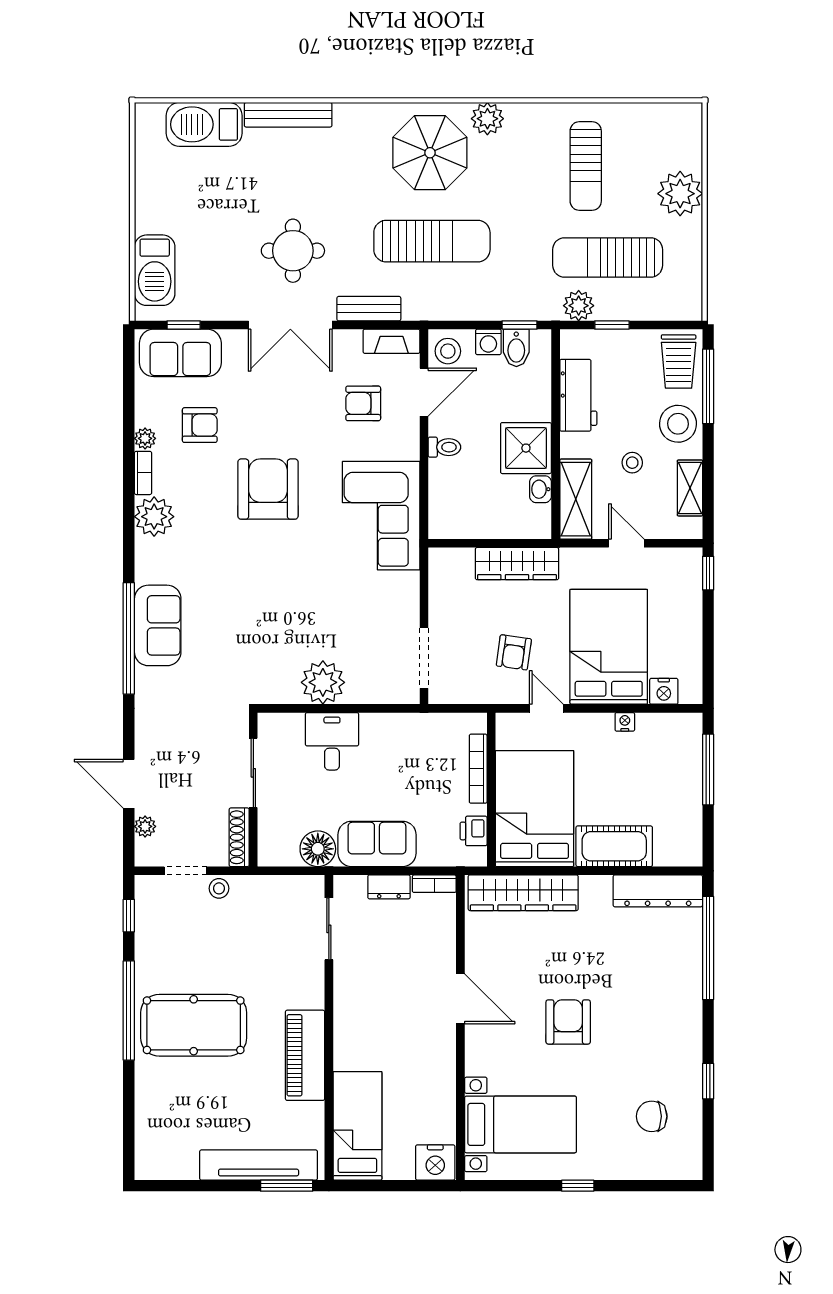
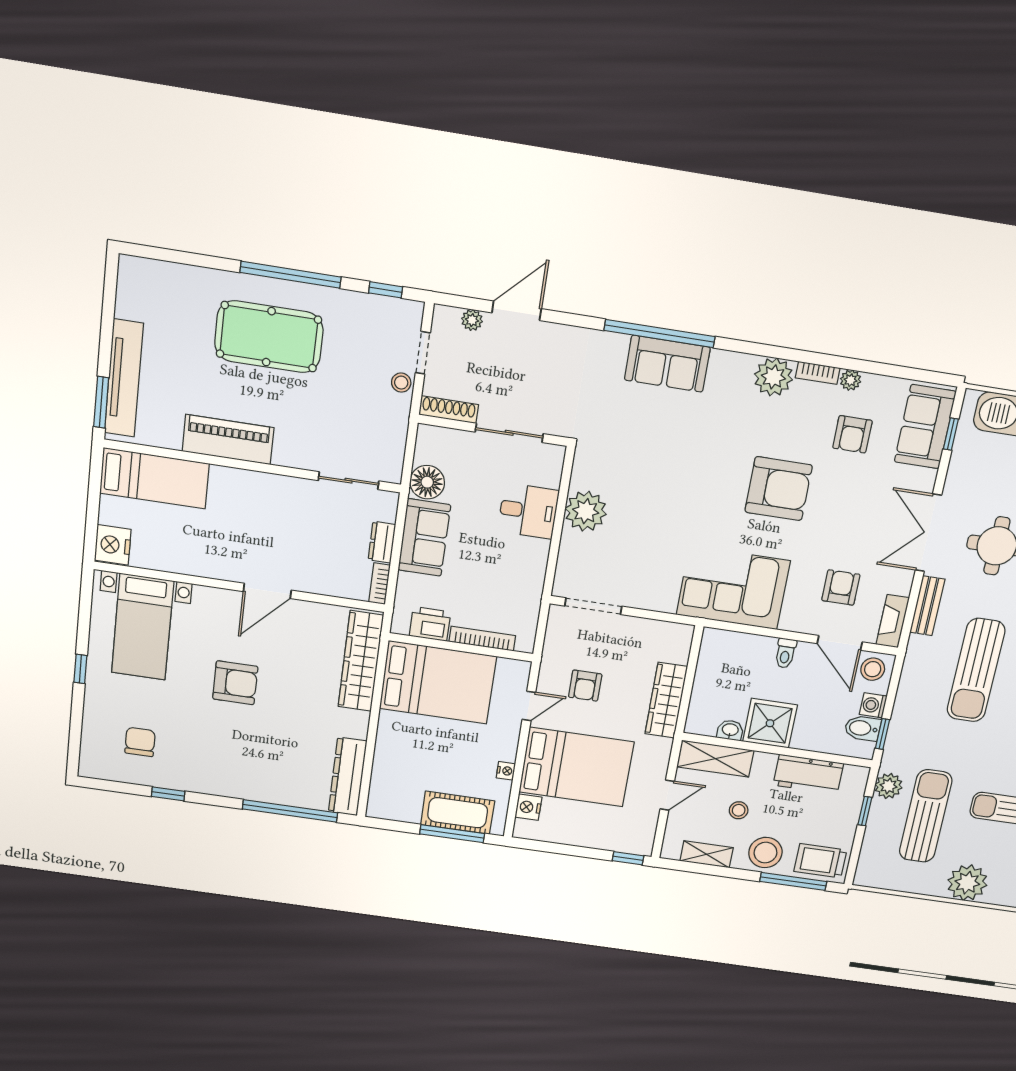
armchair: (514, 652) -> (585, 686), turned -98
printer: (474, 831) -> (430, 624), width x1.36, depth x1.24
cot: (614, 846) -> (458, 813), moved, turned 90
pool table: (194, 1025) -> (269, 337), turned 90

